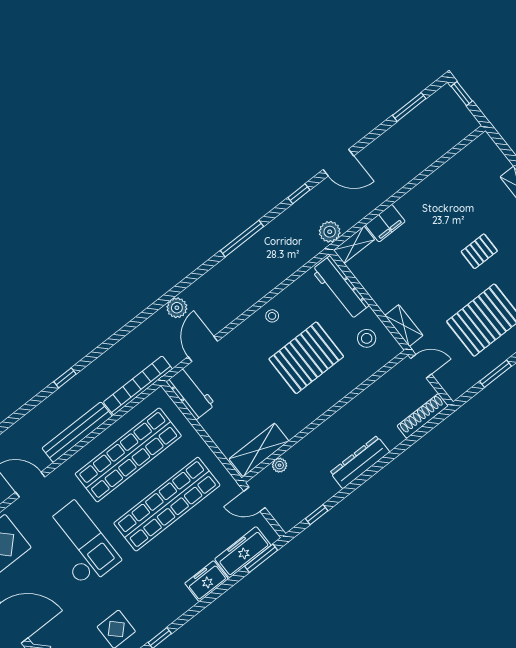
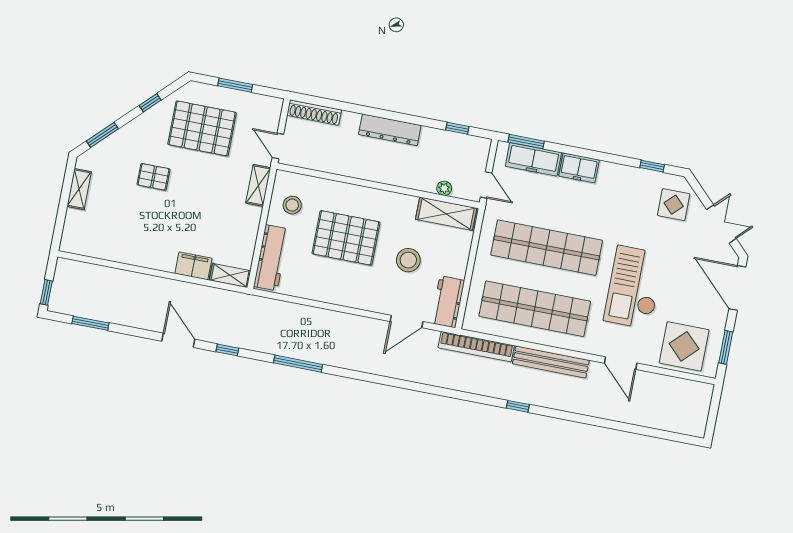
plant: (330, 232) -> (236, 302), removed
plant: (177, 308) -> (392, 368), removed
stool: (272, 316) -> (408, 260), moved, width x1.89, depth x1.89

